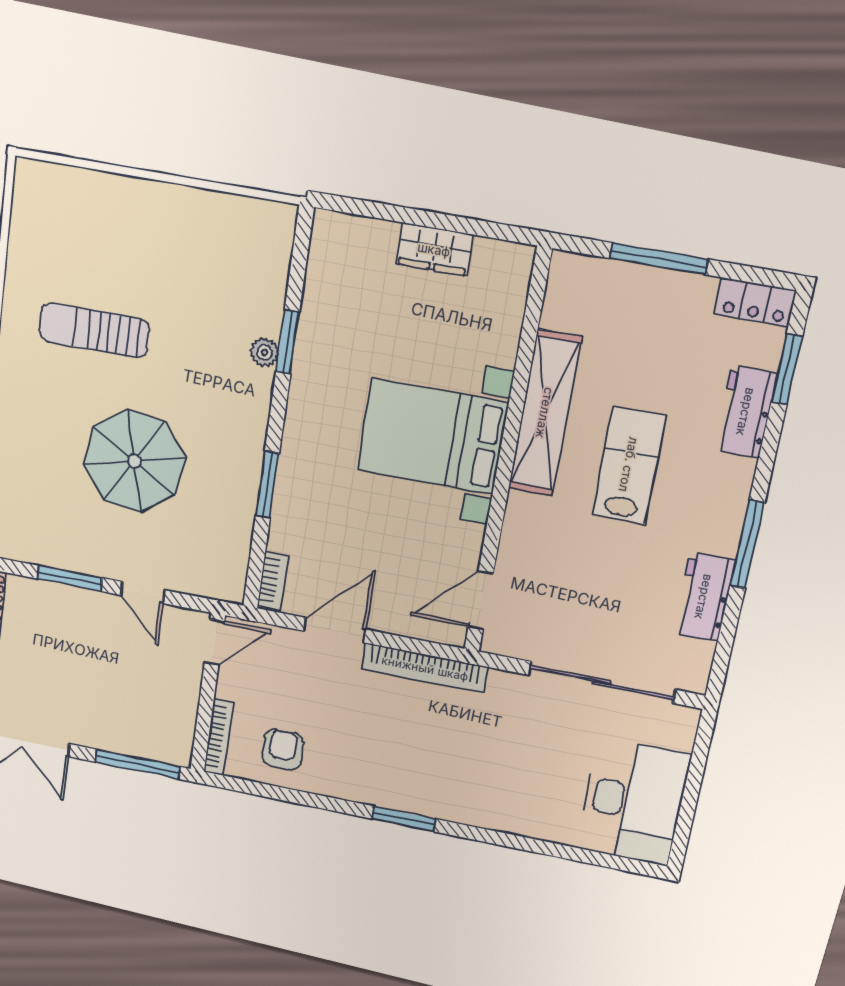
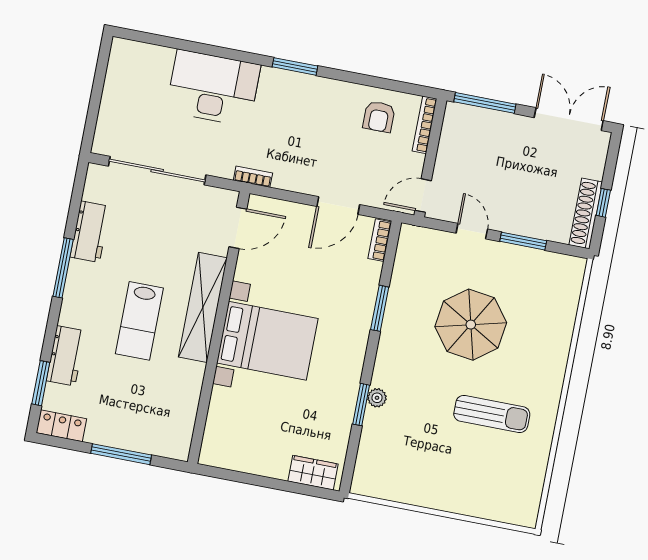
wardrobe: (434, 249) -> (313, 473), moved
shelving: (545, 413) -> (203, 307), moved
bookcase: (425, 668) -> (253, 177), width x0.43, depth x0.76
desk: (634, 802) -> (213, 88), moved, turned 90

